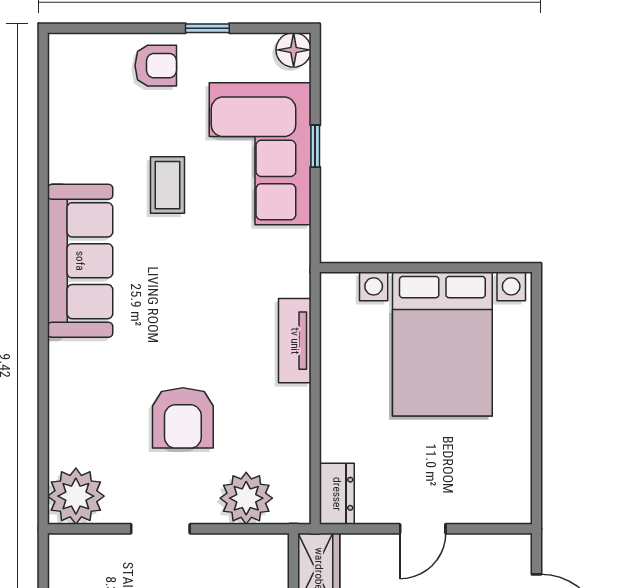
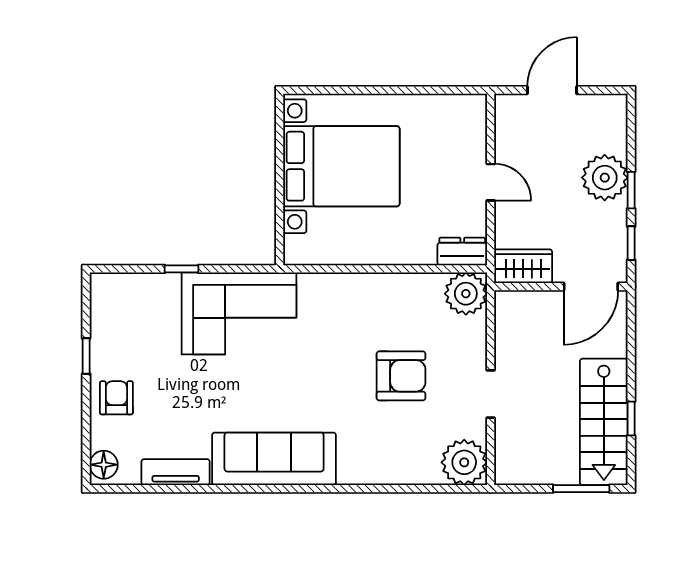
floor lamp: (294, 50) -> (104, 465), moved
corner sofa: (260, 154) -> (239, 313), moved
coffee table: (167, 185) -> (213, 388), removed
tv unit: (295, 341) -> (176, 472), moved, turned 180
plant: (246, 498) -> (466, 294), moved

